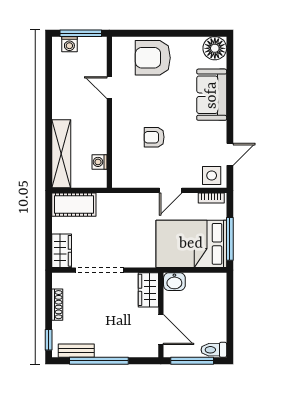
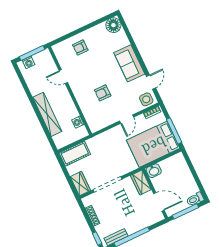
armchair: (153, 58) -> (80, 47), width x0.53, depth x0.53
sofa: (212, 95) -> (129, 63), moved
shelving: (61, 154) -> (47, 114), moved

